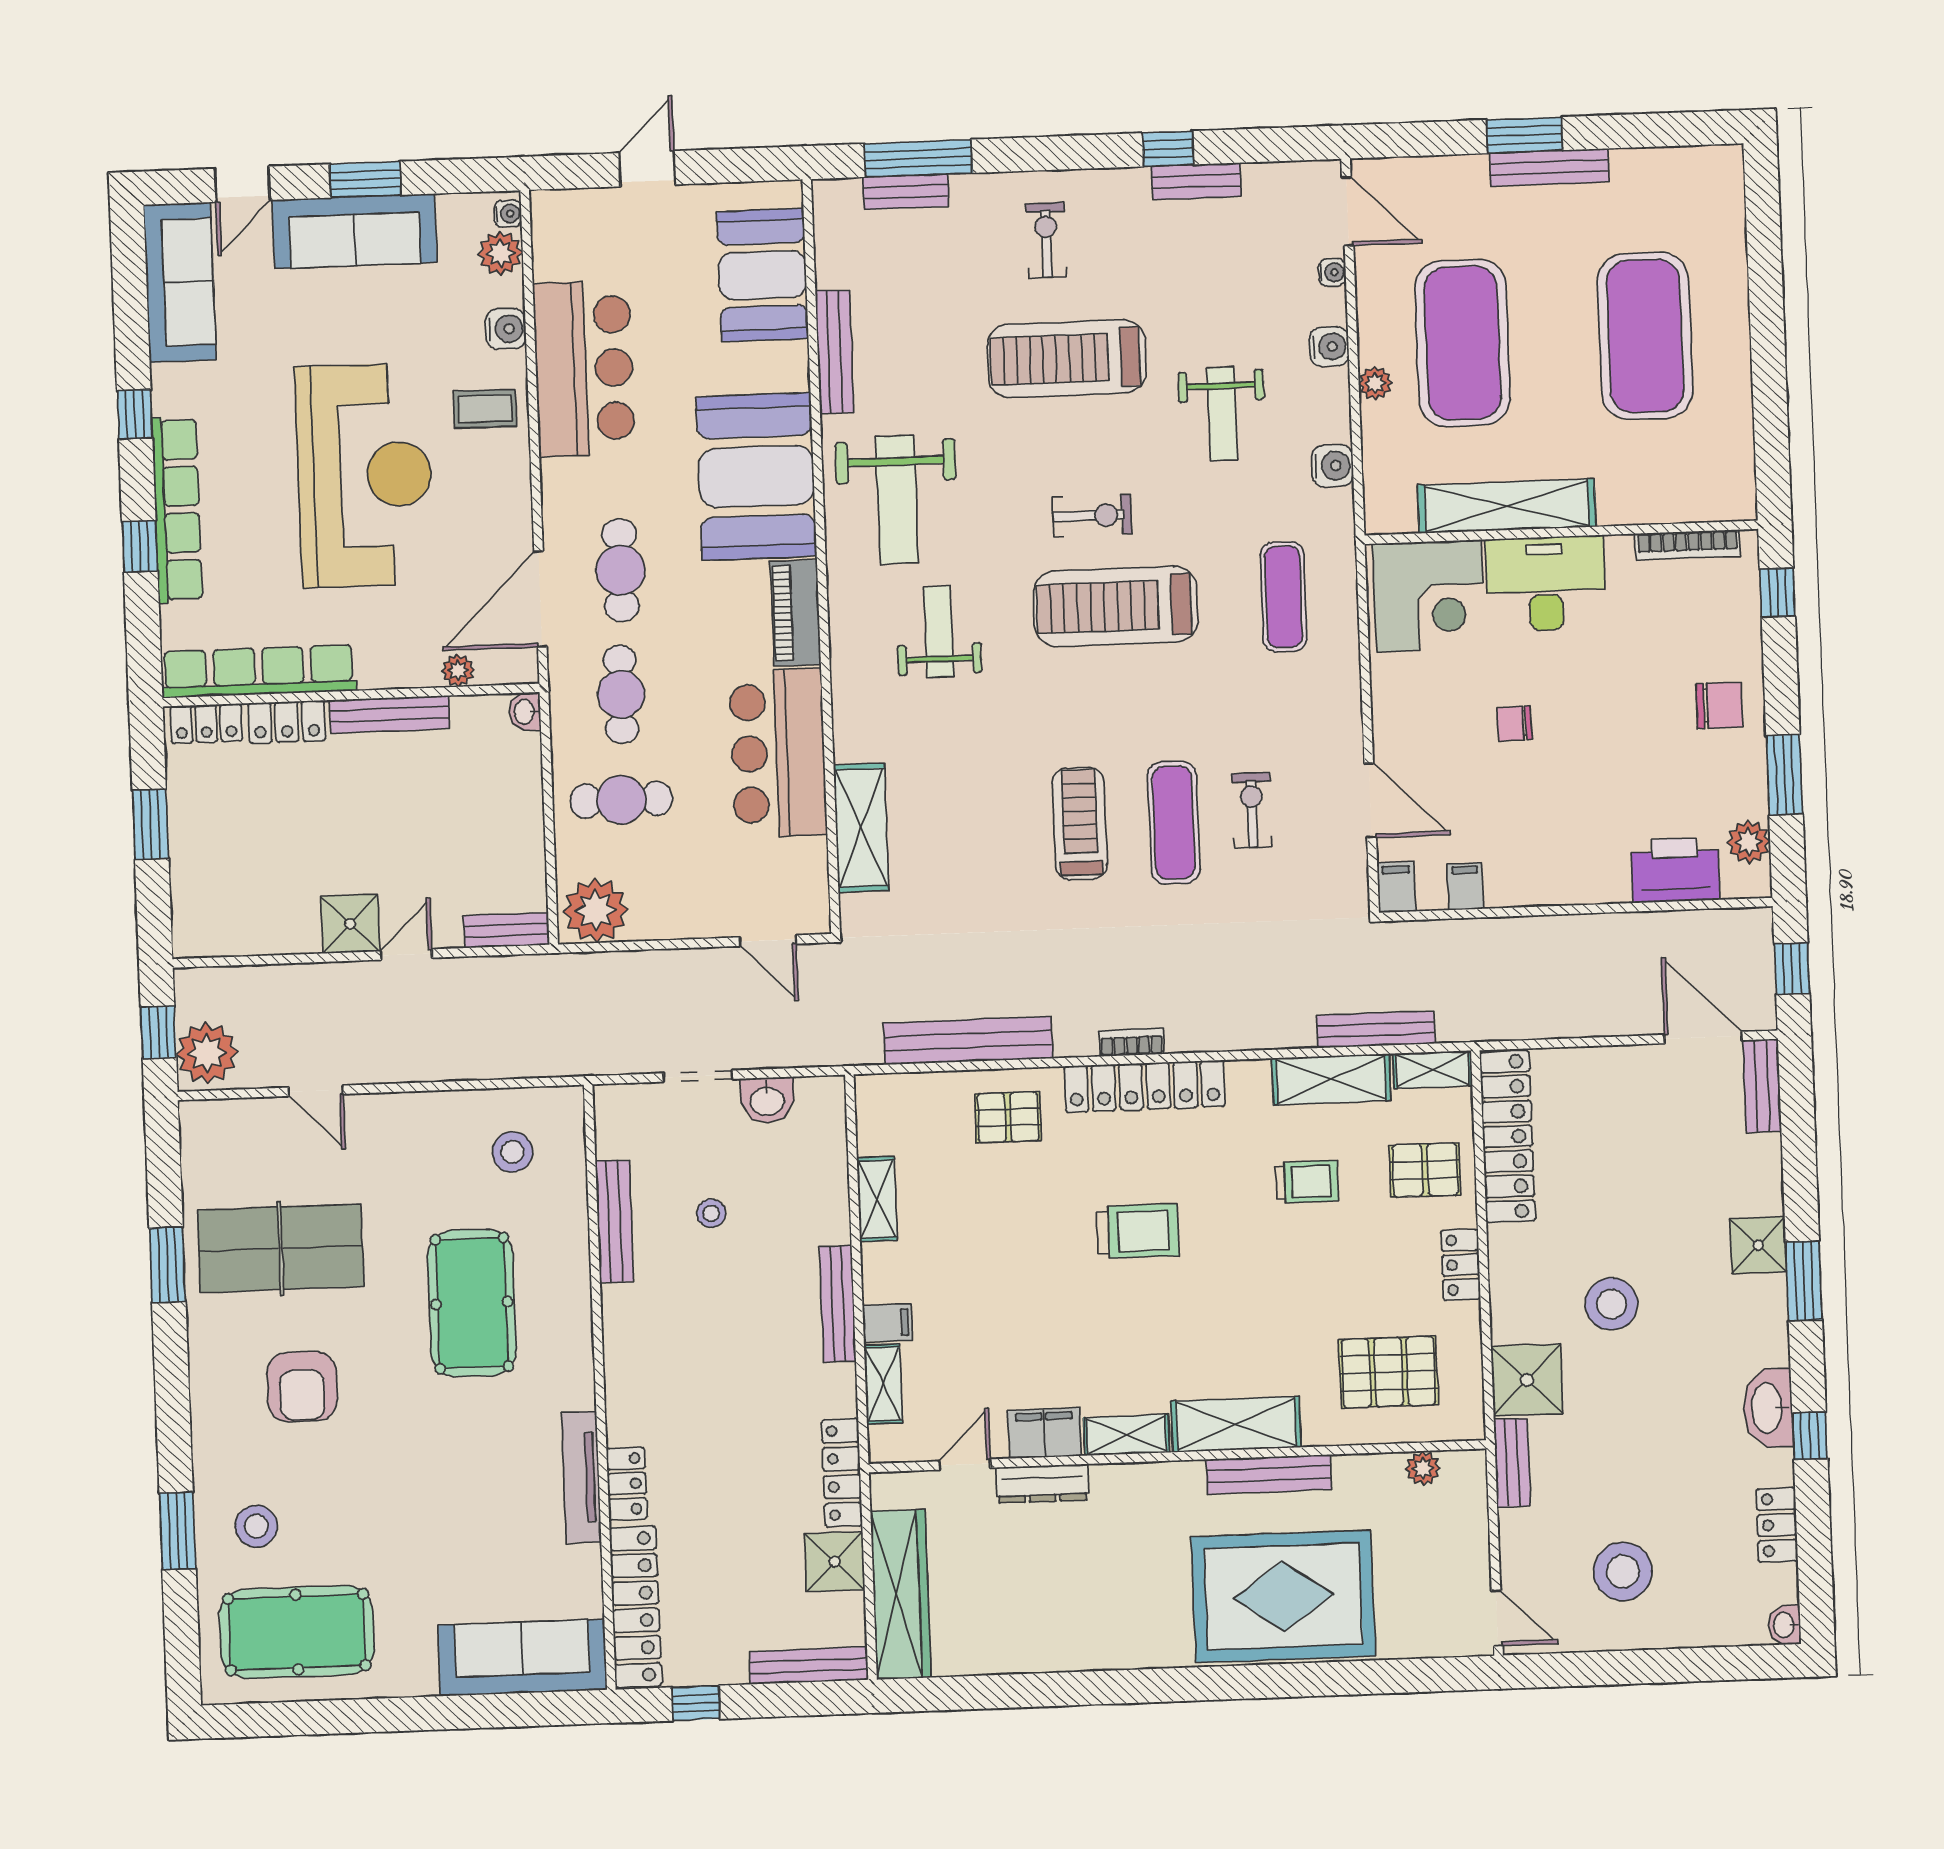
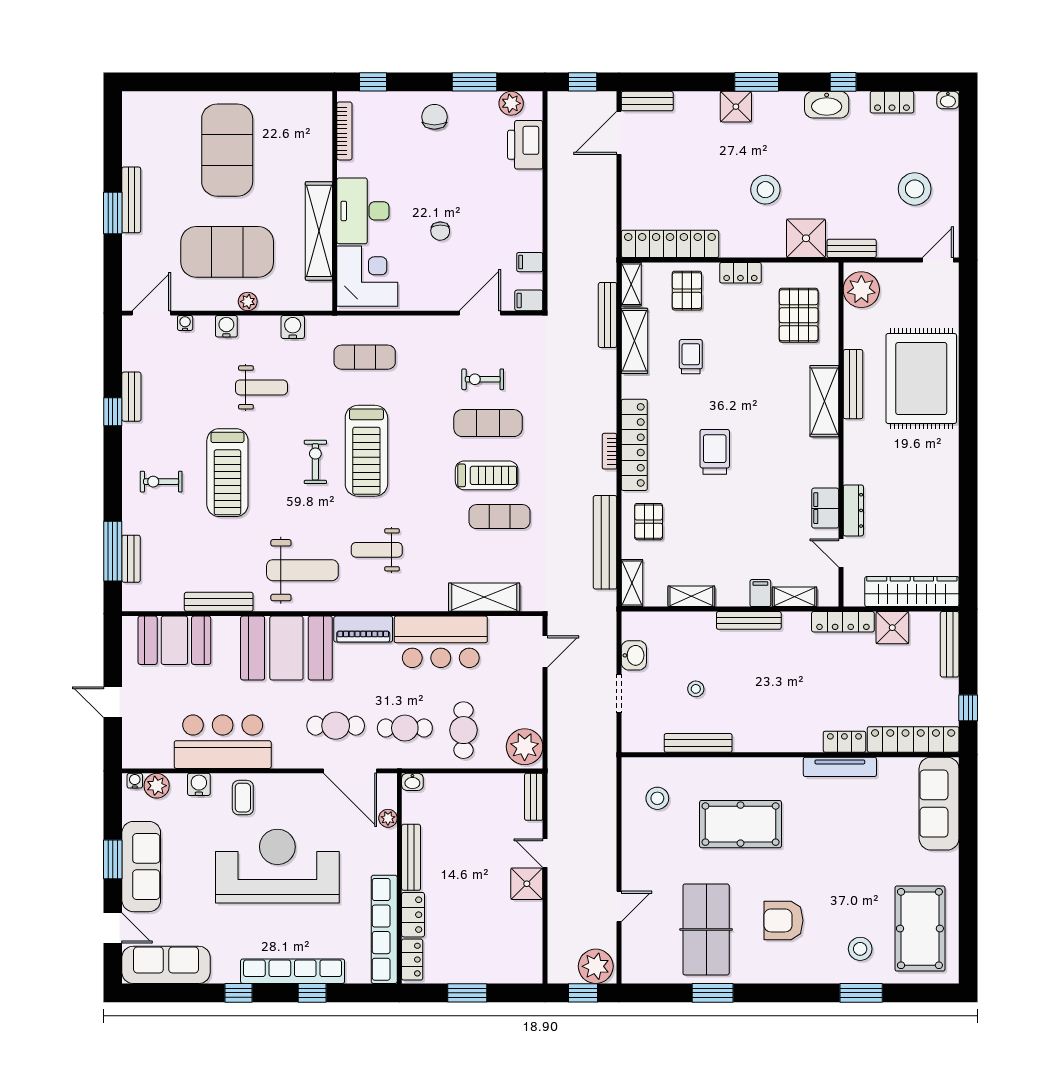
exercise mat: (1645, 336) -> (227, 150), turned 90
treadmill: (1080, 824) -> (487, 475), turned 180
exercise mat: (1007, 850) -> (500, 517), added
armchair: (302, 1387) -> (783, 920), turned 180
shelving: (1126, 1435) -> (632, 583), moved
plant: (1423, 1468) -> (861, 290), width x1.87, depth x1.87

